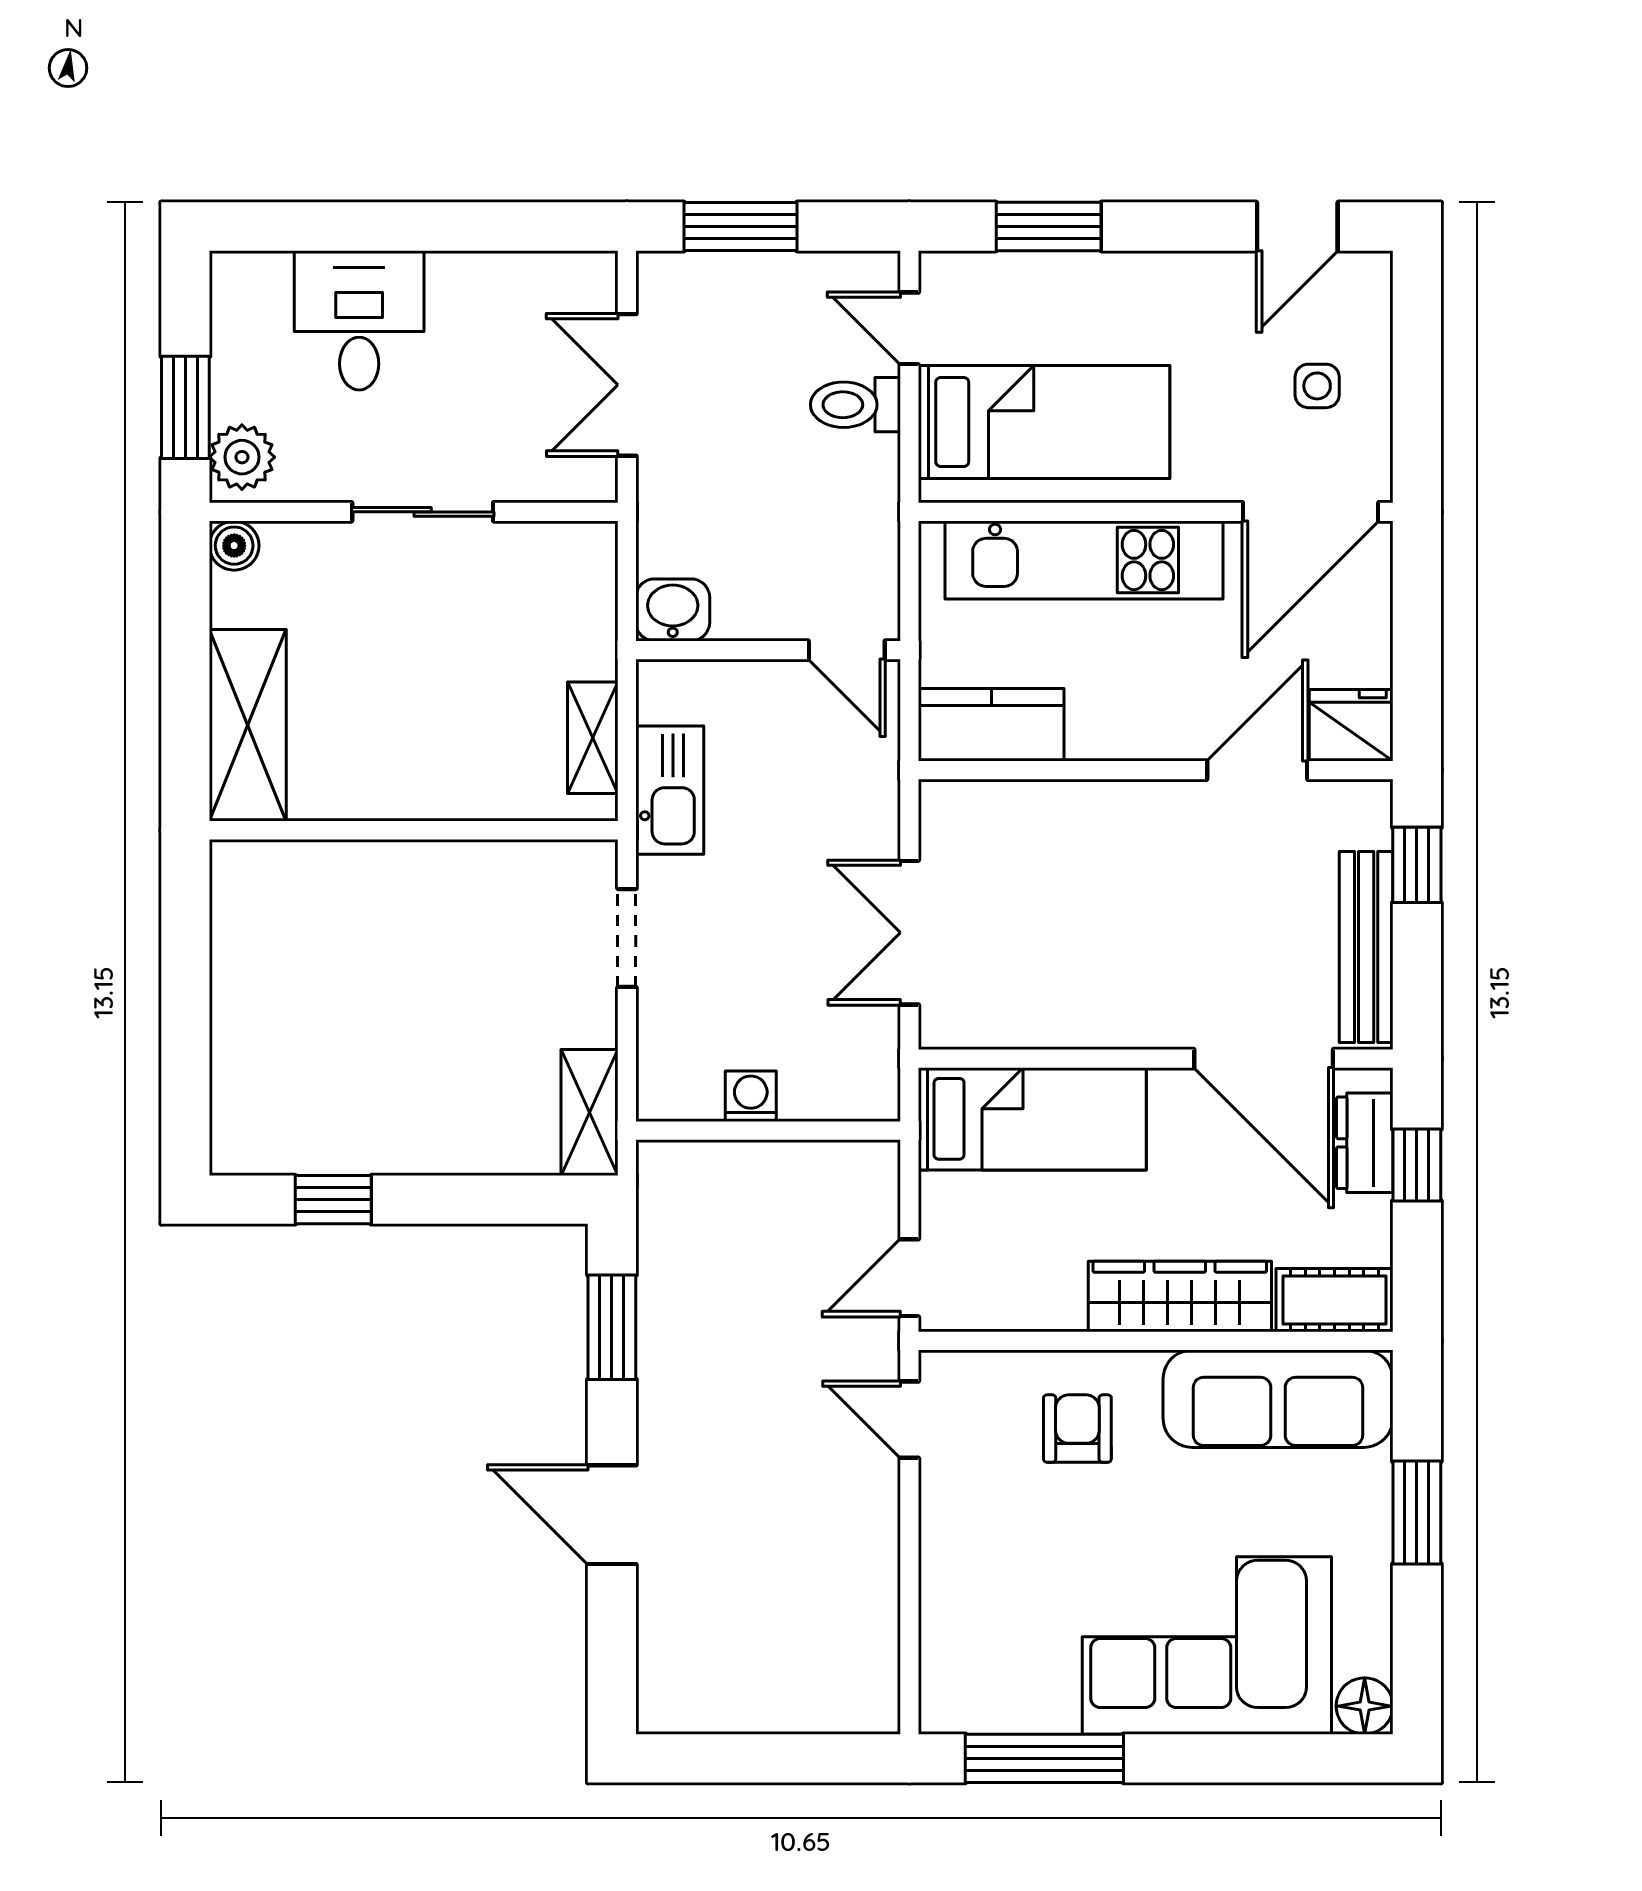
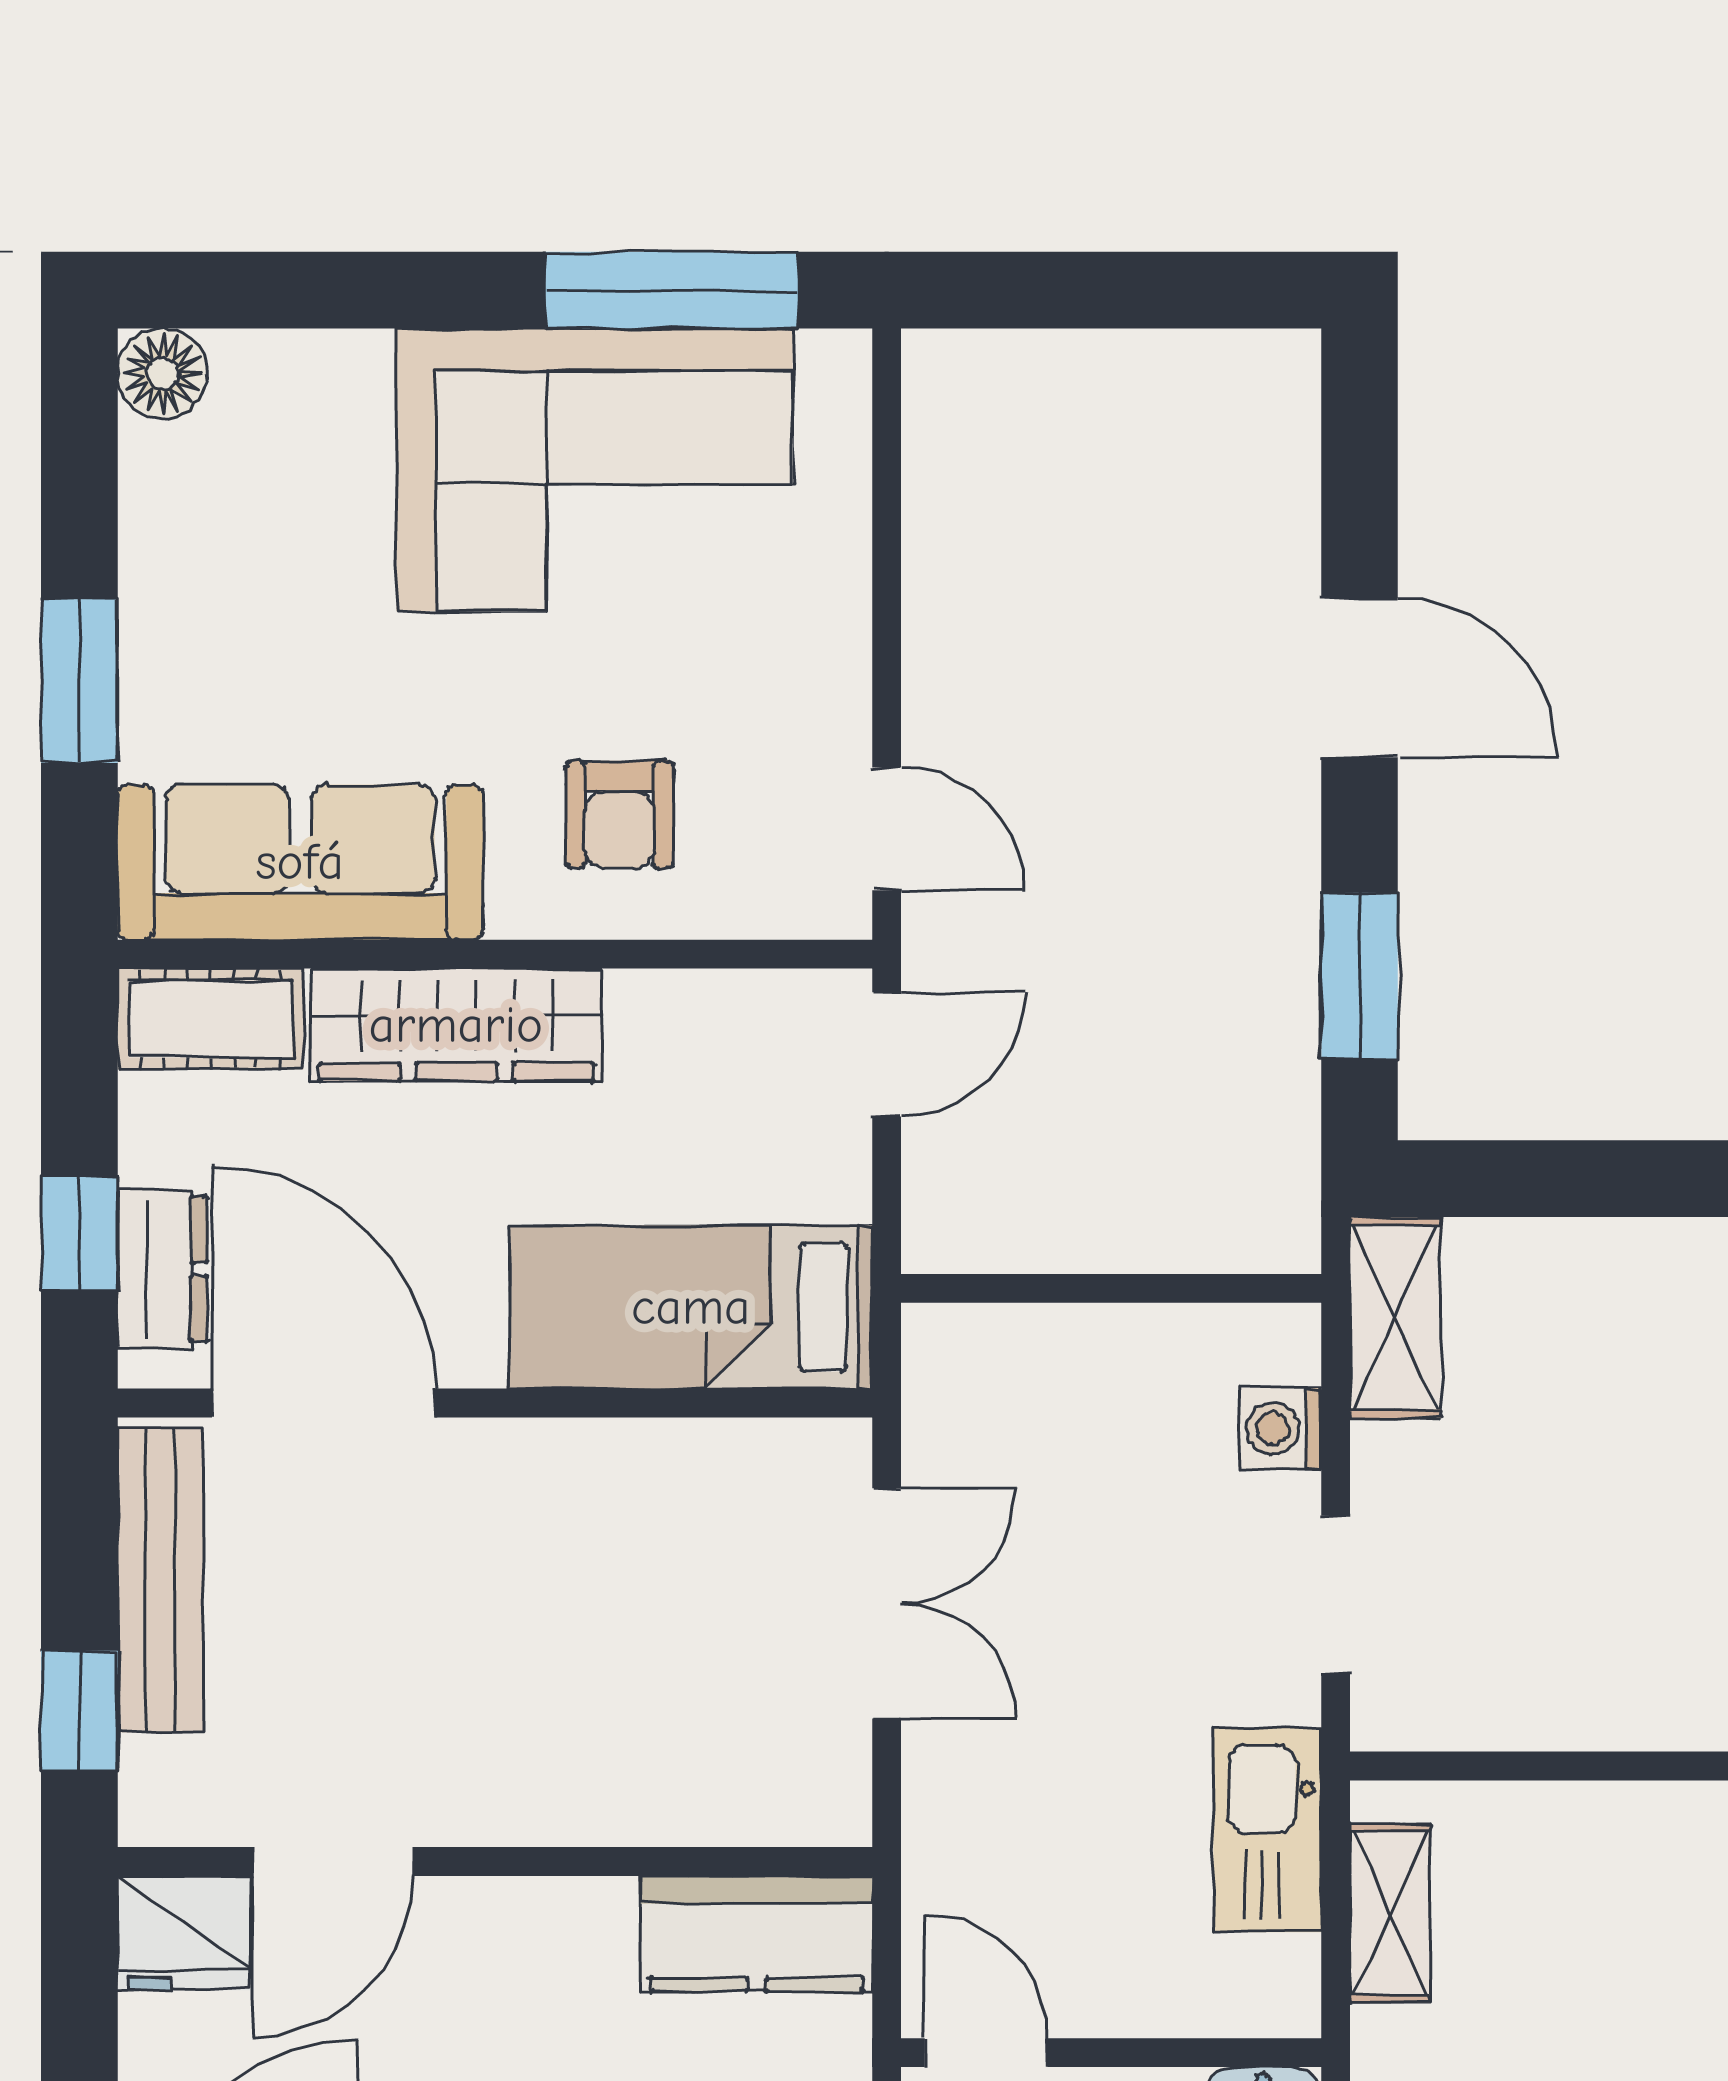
washing machine: (751, 1096) -> (1281, 1429), moved, turned 90
corner sofa: (1207, 1645) -> (594, 470), moved

